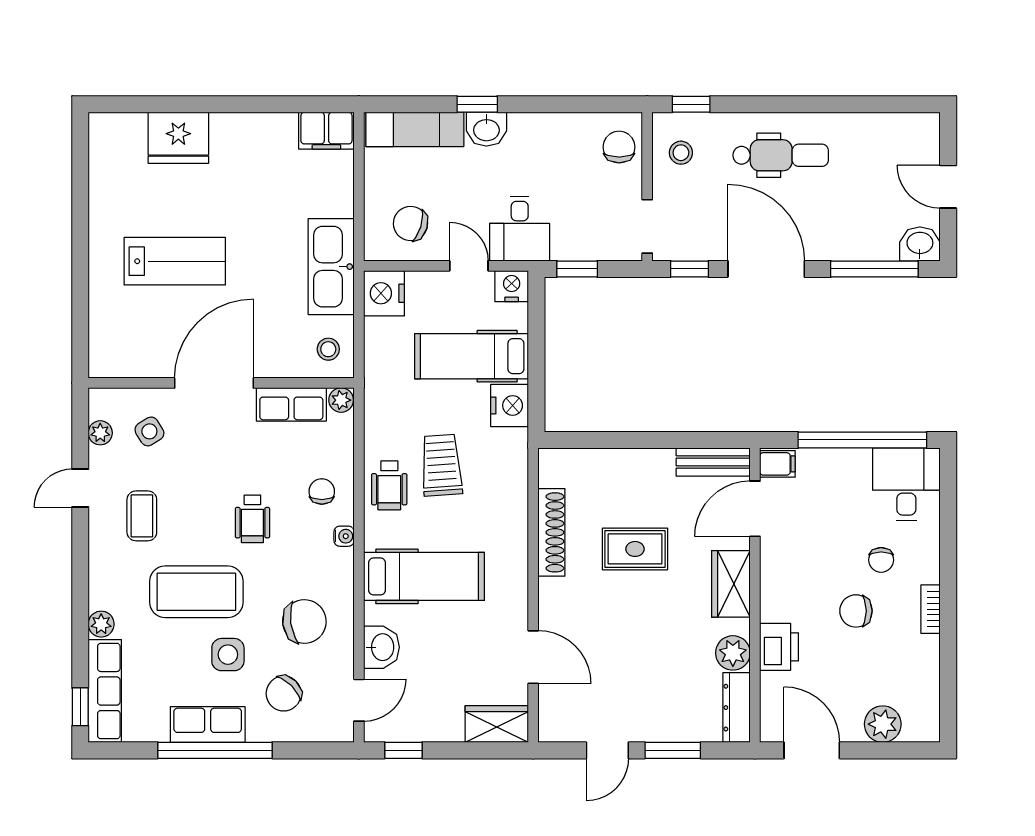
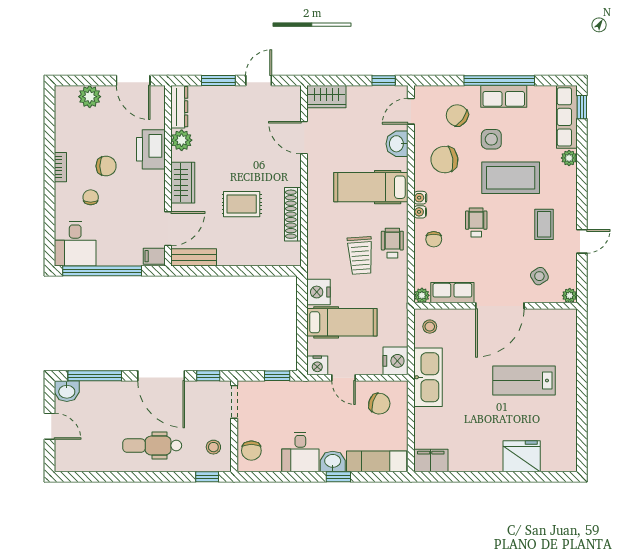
desk: (520, 229) -> (300, 452), moved, turned 180
plant: (100, 433) -> (570, 296), moved
water cooler: (344, 559) -> (420, 198), added
printer: (779, 647) -> (151, 149), width x1.37, depth x1.19
chair: (284, 694) -> (457, 115), turned -99

